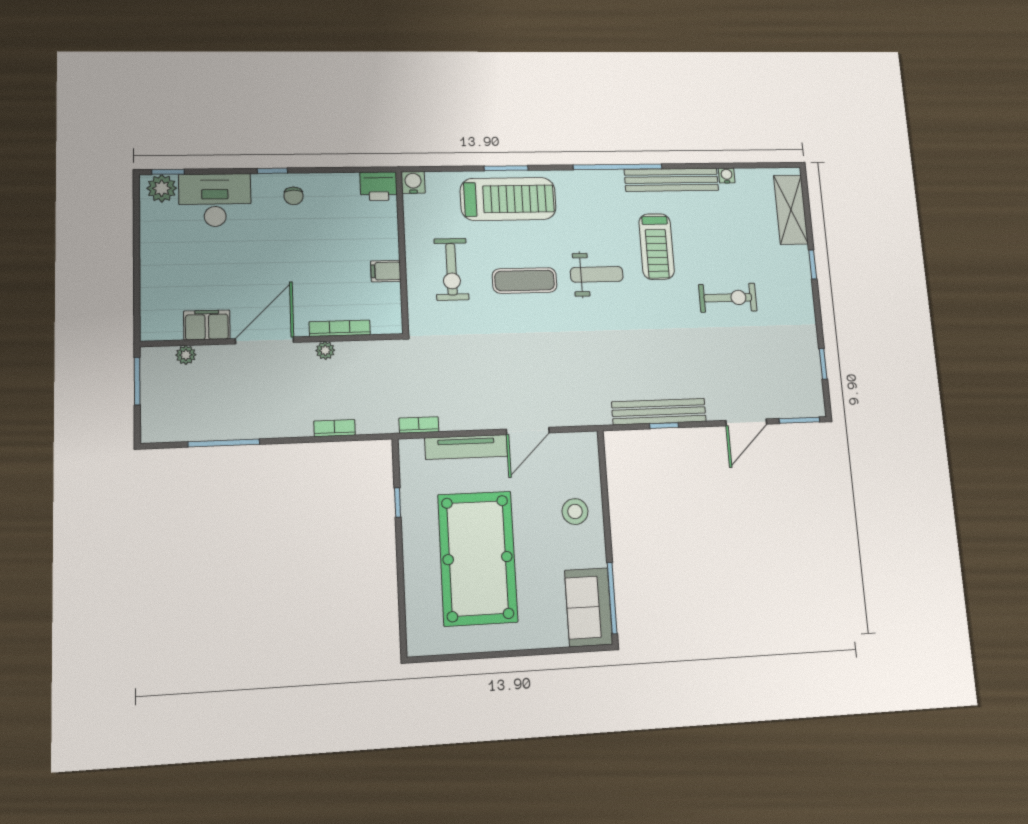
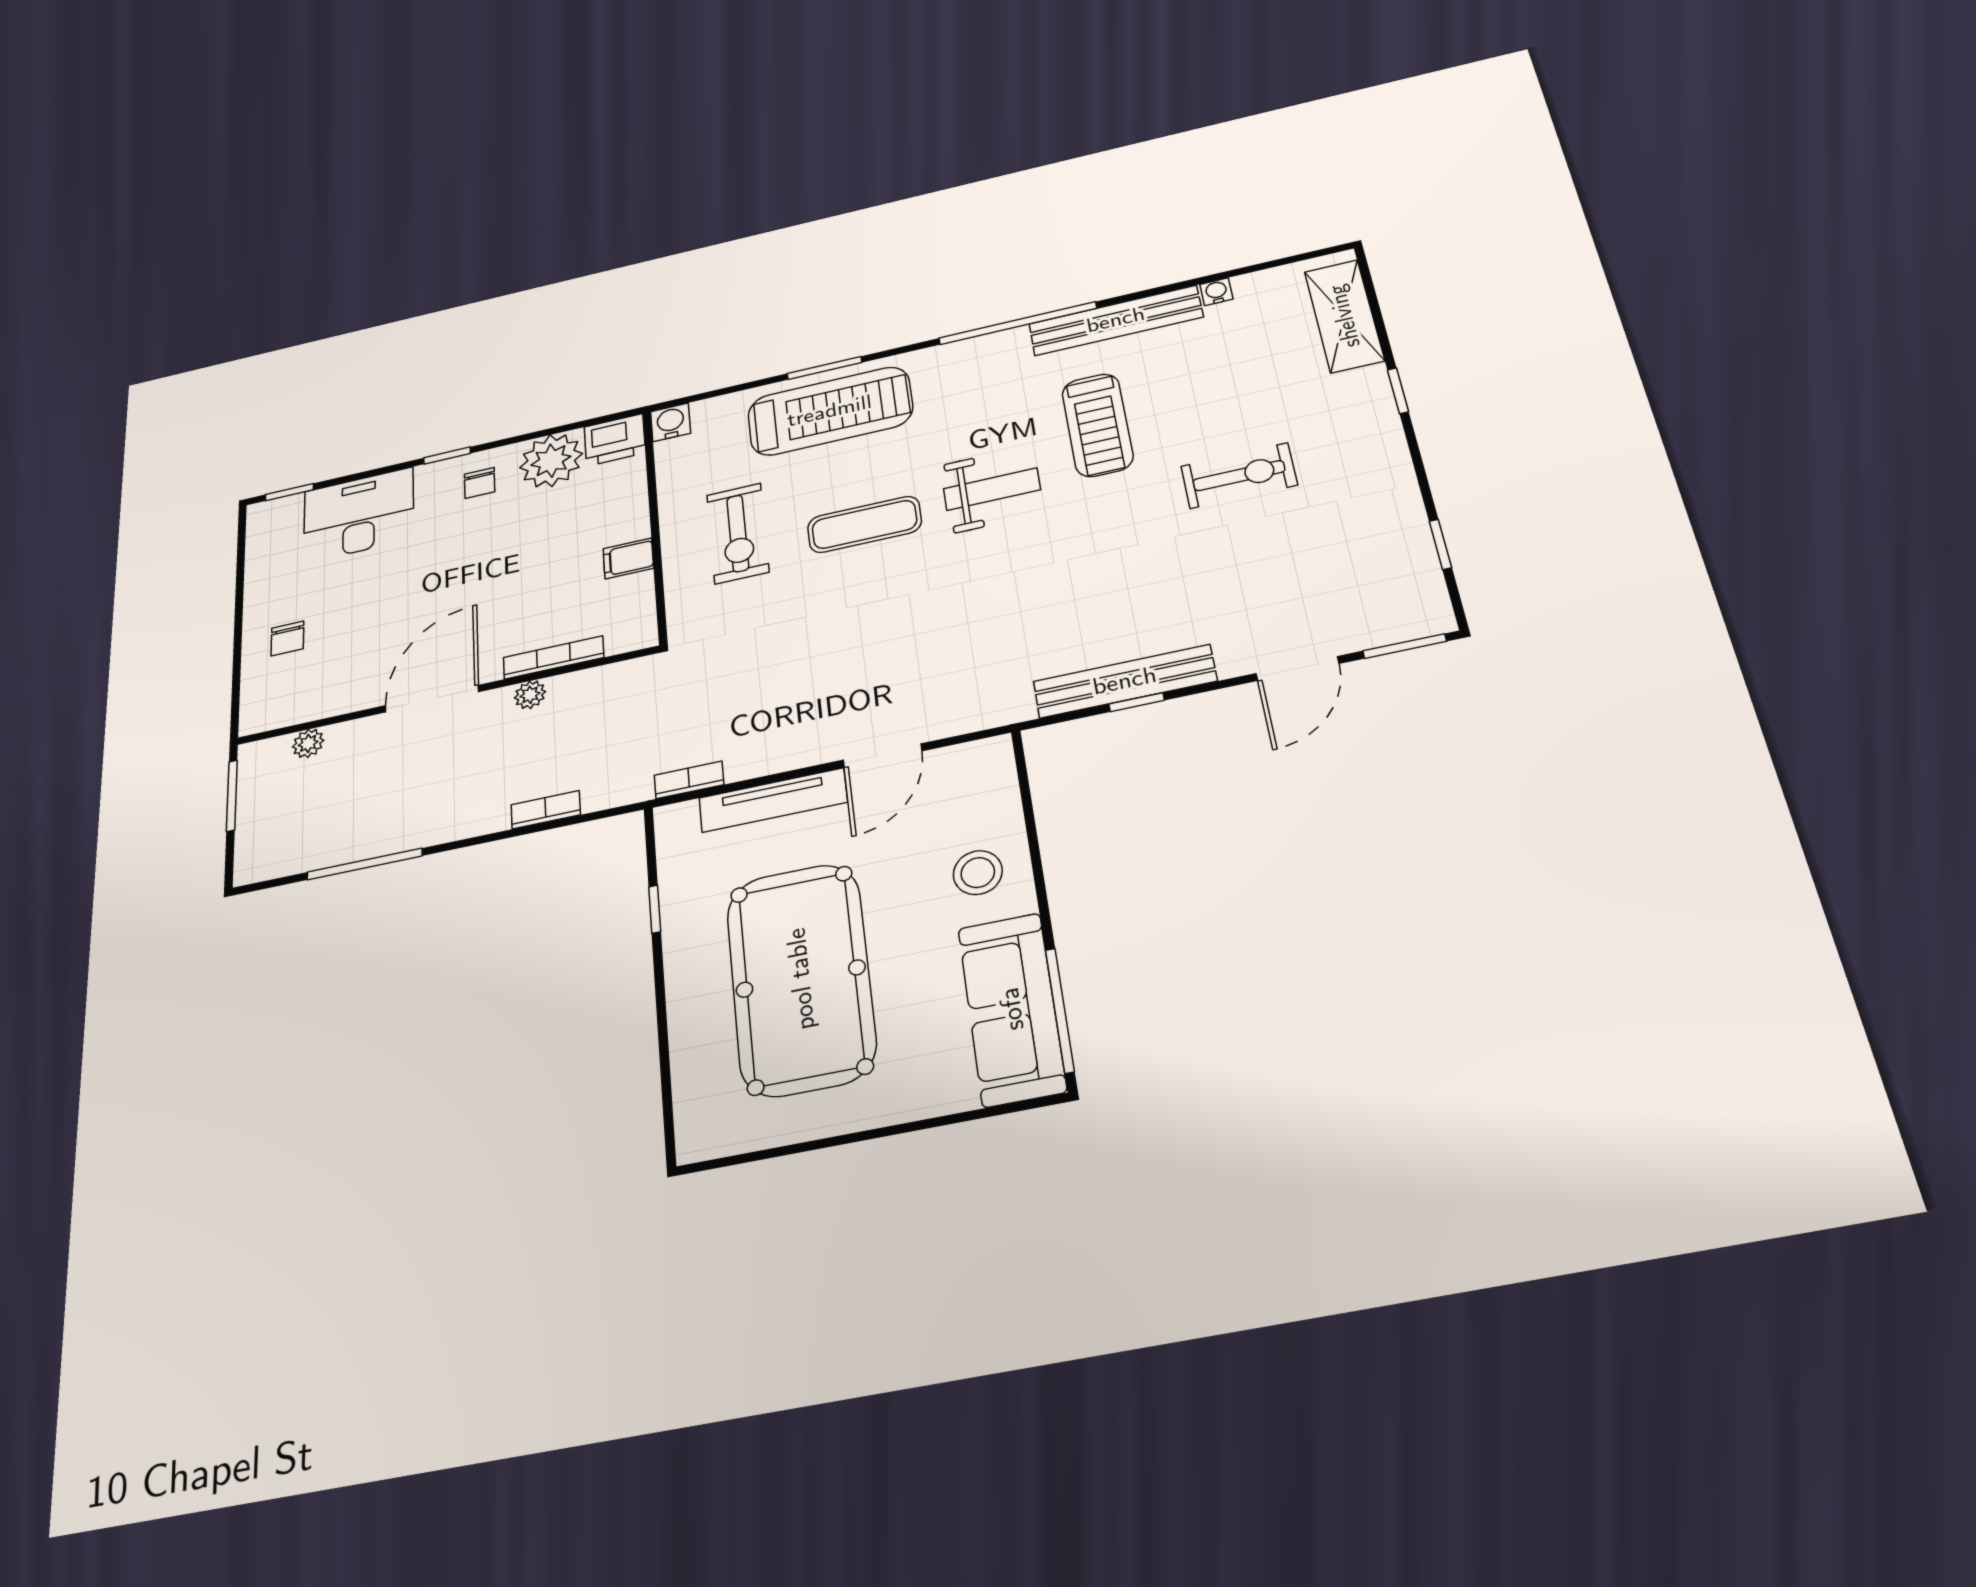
plant: (162, 188) -> (551, 461), moved, width x1.36, depth x1.36
chair: (170, 278) -> (287, 638), added
filing cabinet: (207, 325) -> (342, 694), removed
sofa: (589, 607) -> (1012, 1009), width x1.36

